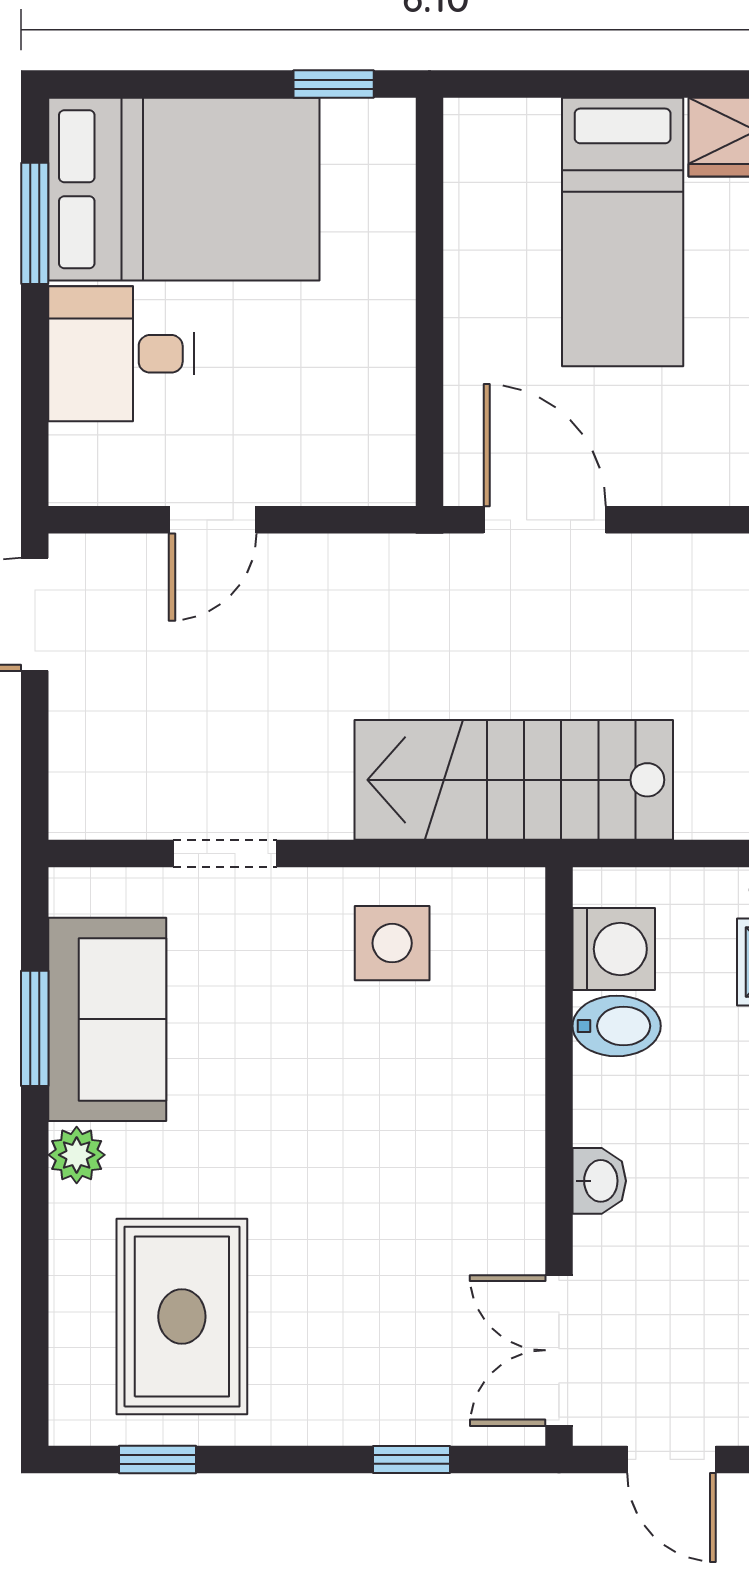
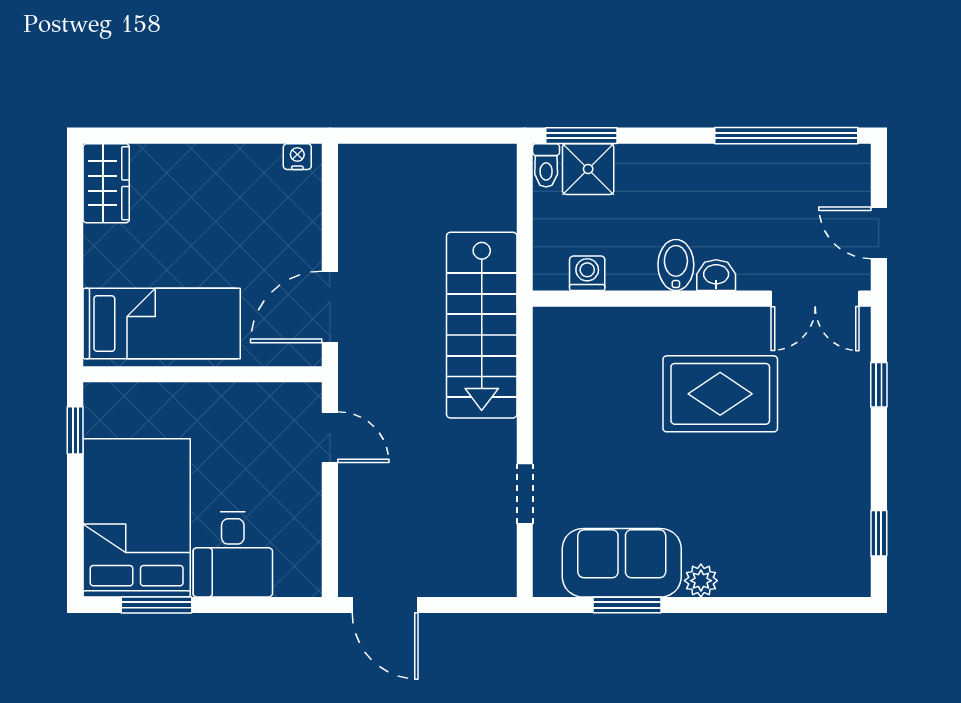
bed: (623, 232) -> (162, 324), moved
door: (213, 520) -> (330, 437), moved
side table: (392, 943) -> (577, 396), removed
washing machine: (614, 949) -> (587, 273), width x0.73, depth x0.73
bidet: (617, 1026) -> (676, 265), moved
rug: (182, 1317) -> (720, 394), moved
door: (672, 1459) -> (879, 233), swing flipped

